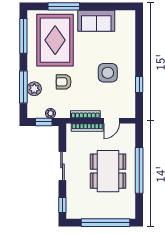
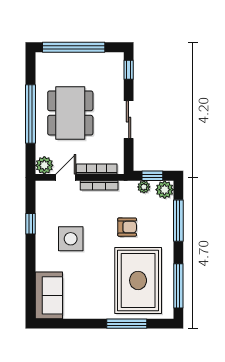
sofa: (96, 21) -> (49, 295), moved, turned 90
plant: (34, 89) -> (165, 190), moved
plant: (128, 130) -> (44, 165), added

